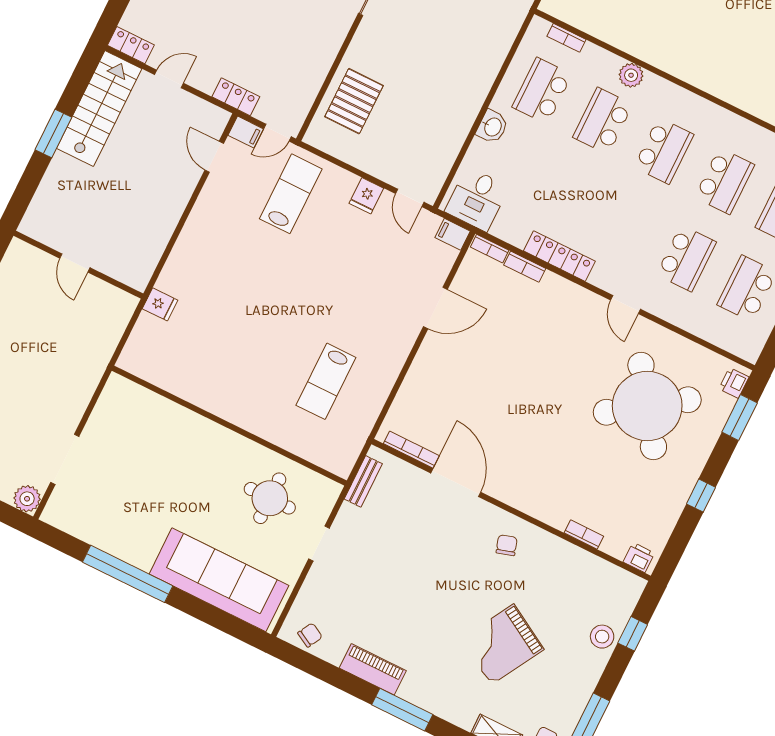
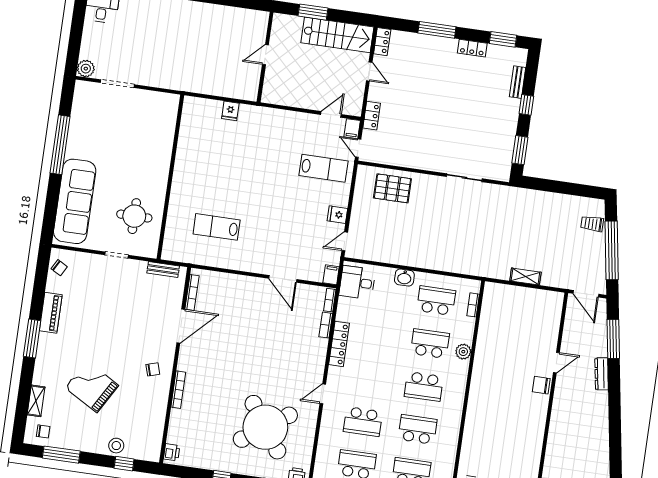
school desk: (724, 181) -> (418, 429), turned 180
door: (75, 263) -> (265, 55), moved
wall: (78, 265) -> (265, 57), moved
bookcase: (584, 535) -> (178, 390), moved, width x1.56

